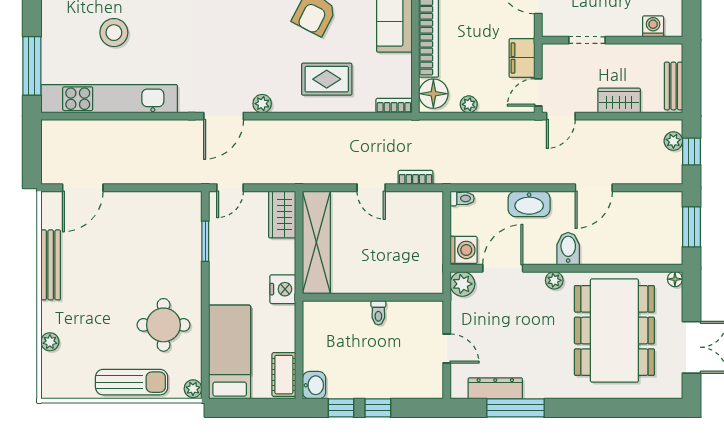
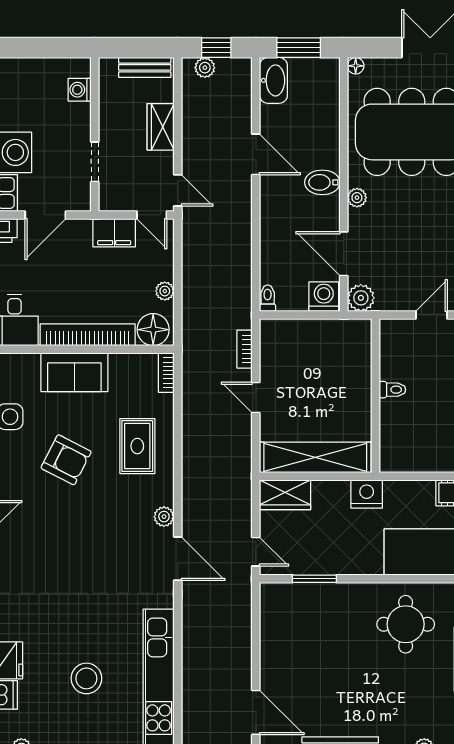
door: (371, 188) -> (256, 398), swing flipped
washbasin: (529, 204) -> (273, 80), moved

